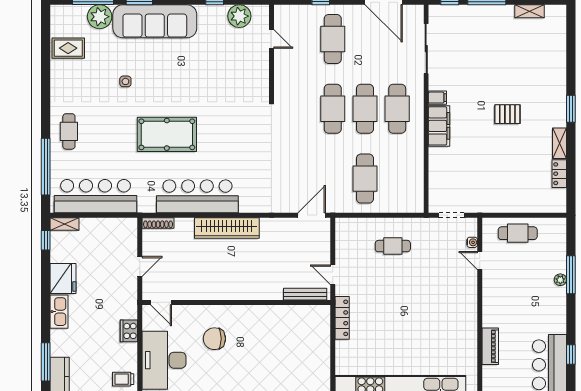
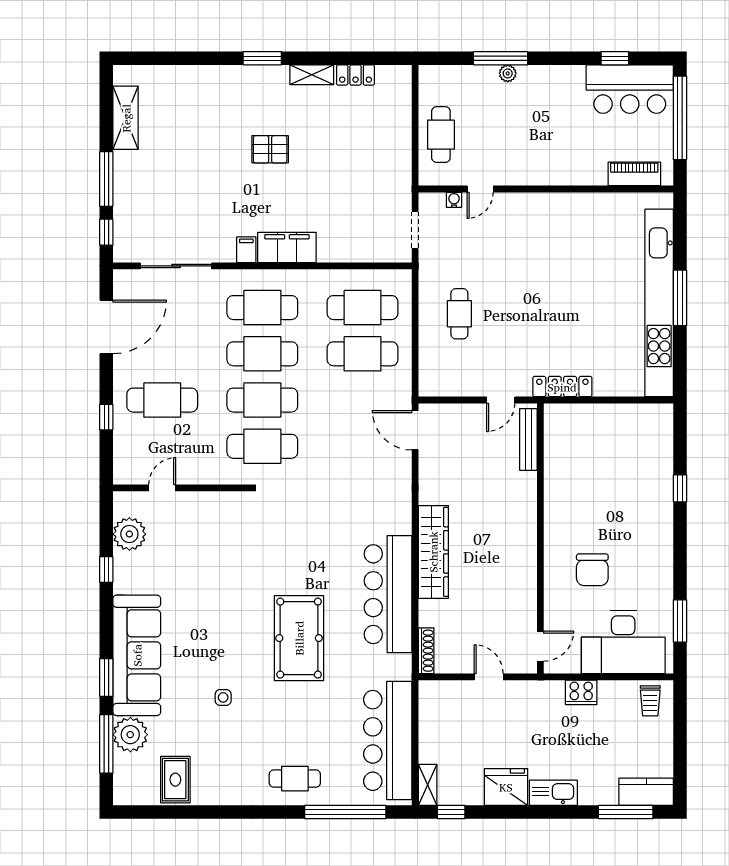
shelving: (529, 11) -> (126, 118), width x1.50, depth x1.33
cafe table: (300, 109) -> (262, 446), added
pallet: (507, 114) -> (270, 149), turned 90
cafe table: (397, 179) -> (363, 308), added
piano: (490, 346) -> (634, 174), moved

